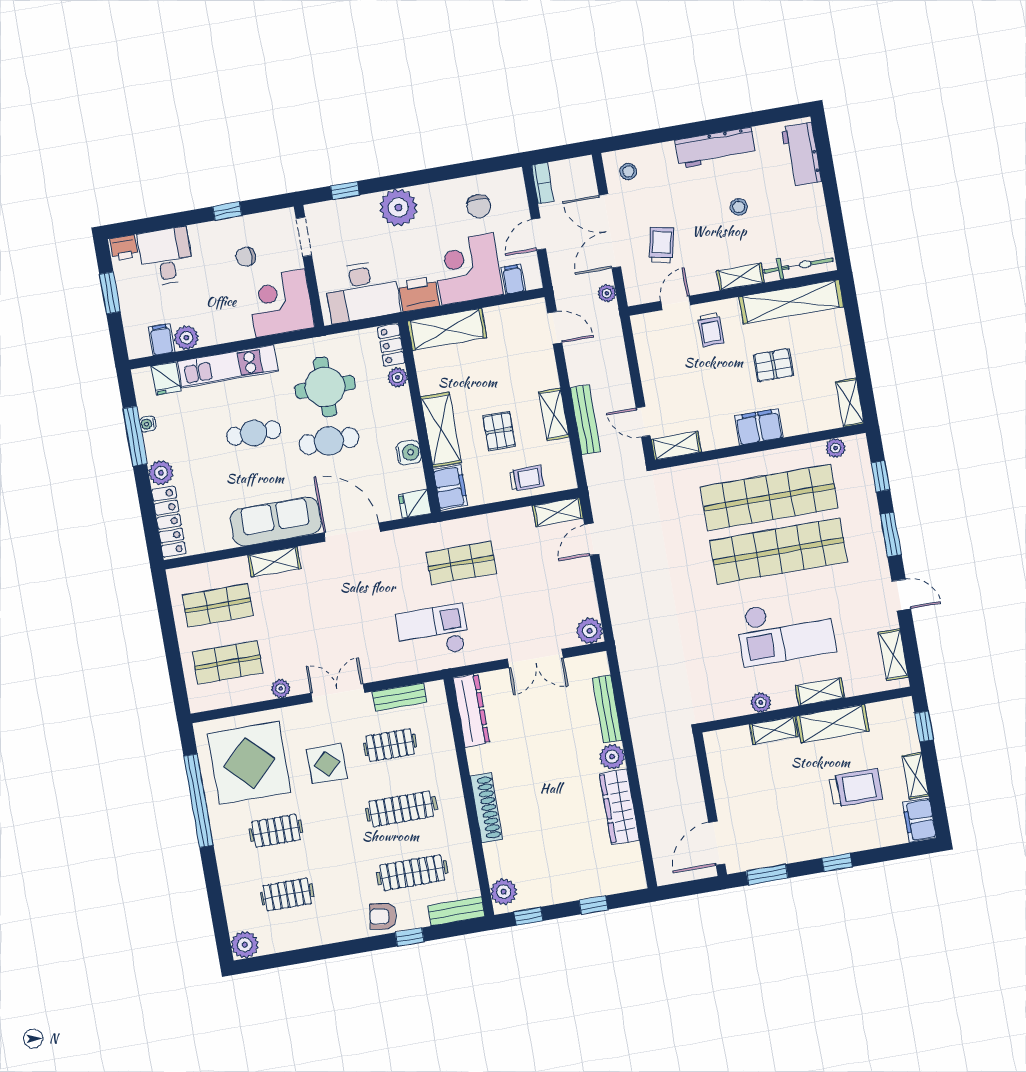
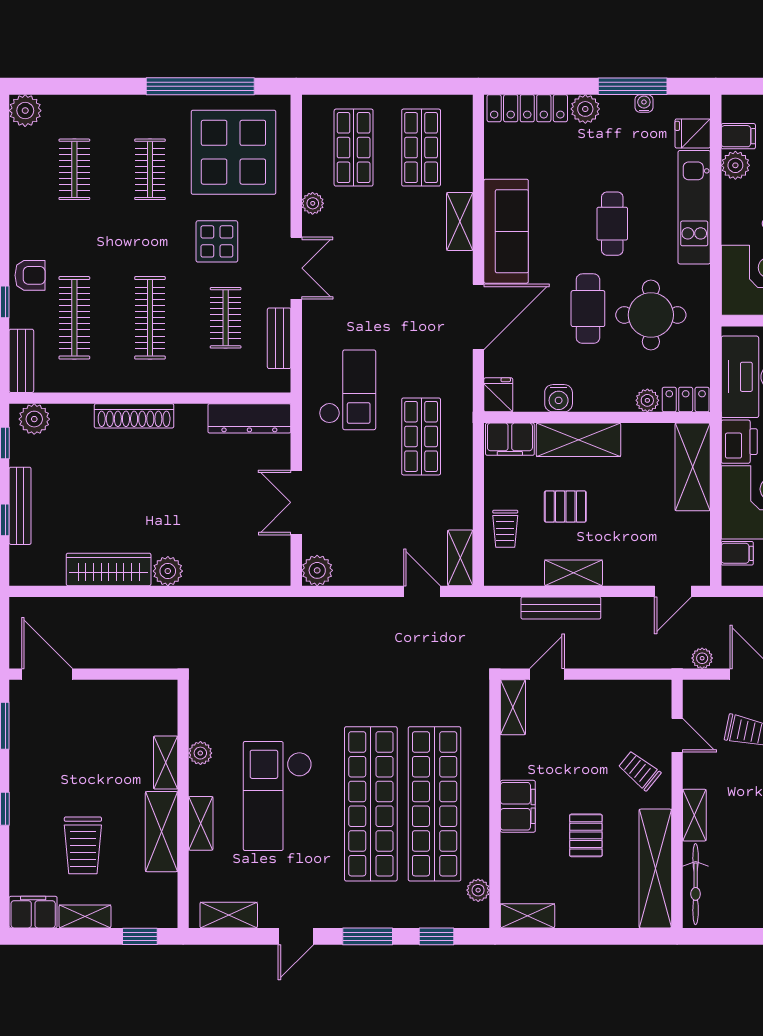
trolley: (711, 330) -> (639, 771), turned 39
bench: (607, 709) -> (20, 506), moved, turned 90
armchair: (383, 916) -> (30, 275), turned 81

